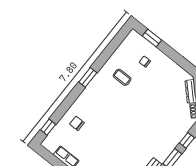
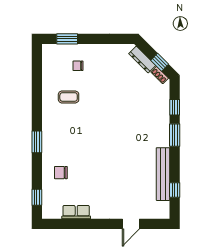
window: (88, 77) -> (37, 142), moved

